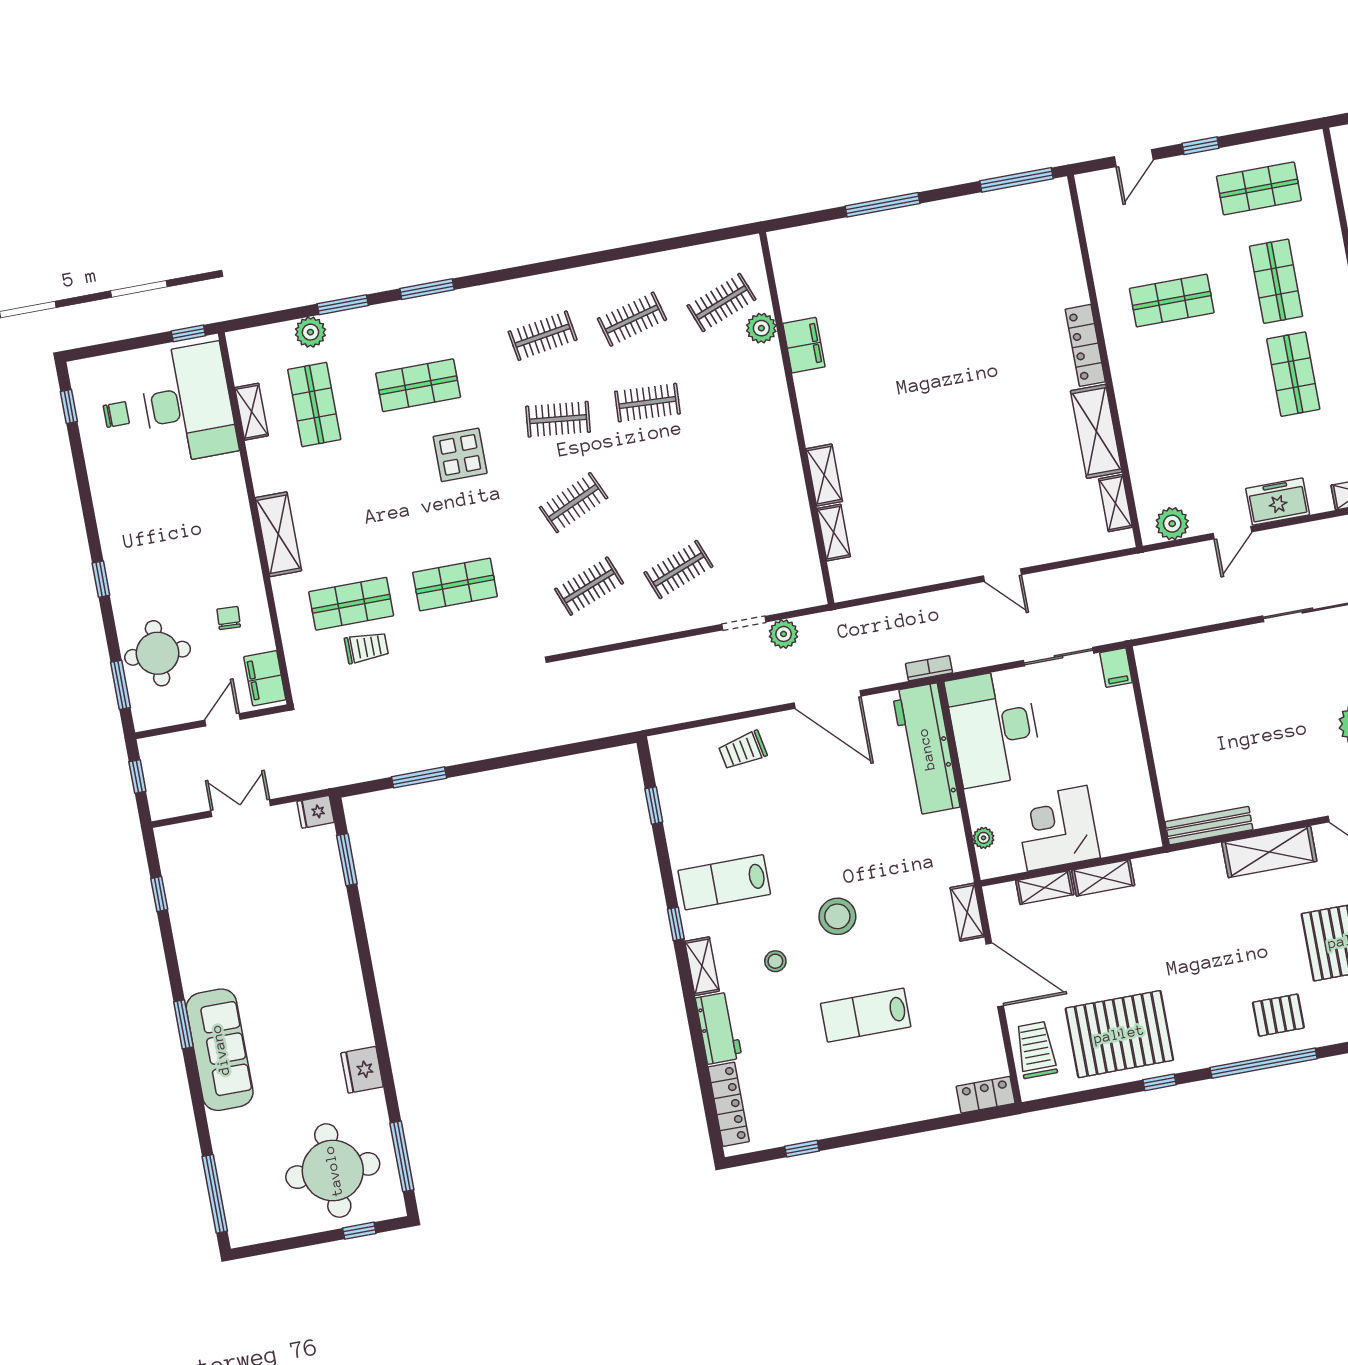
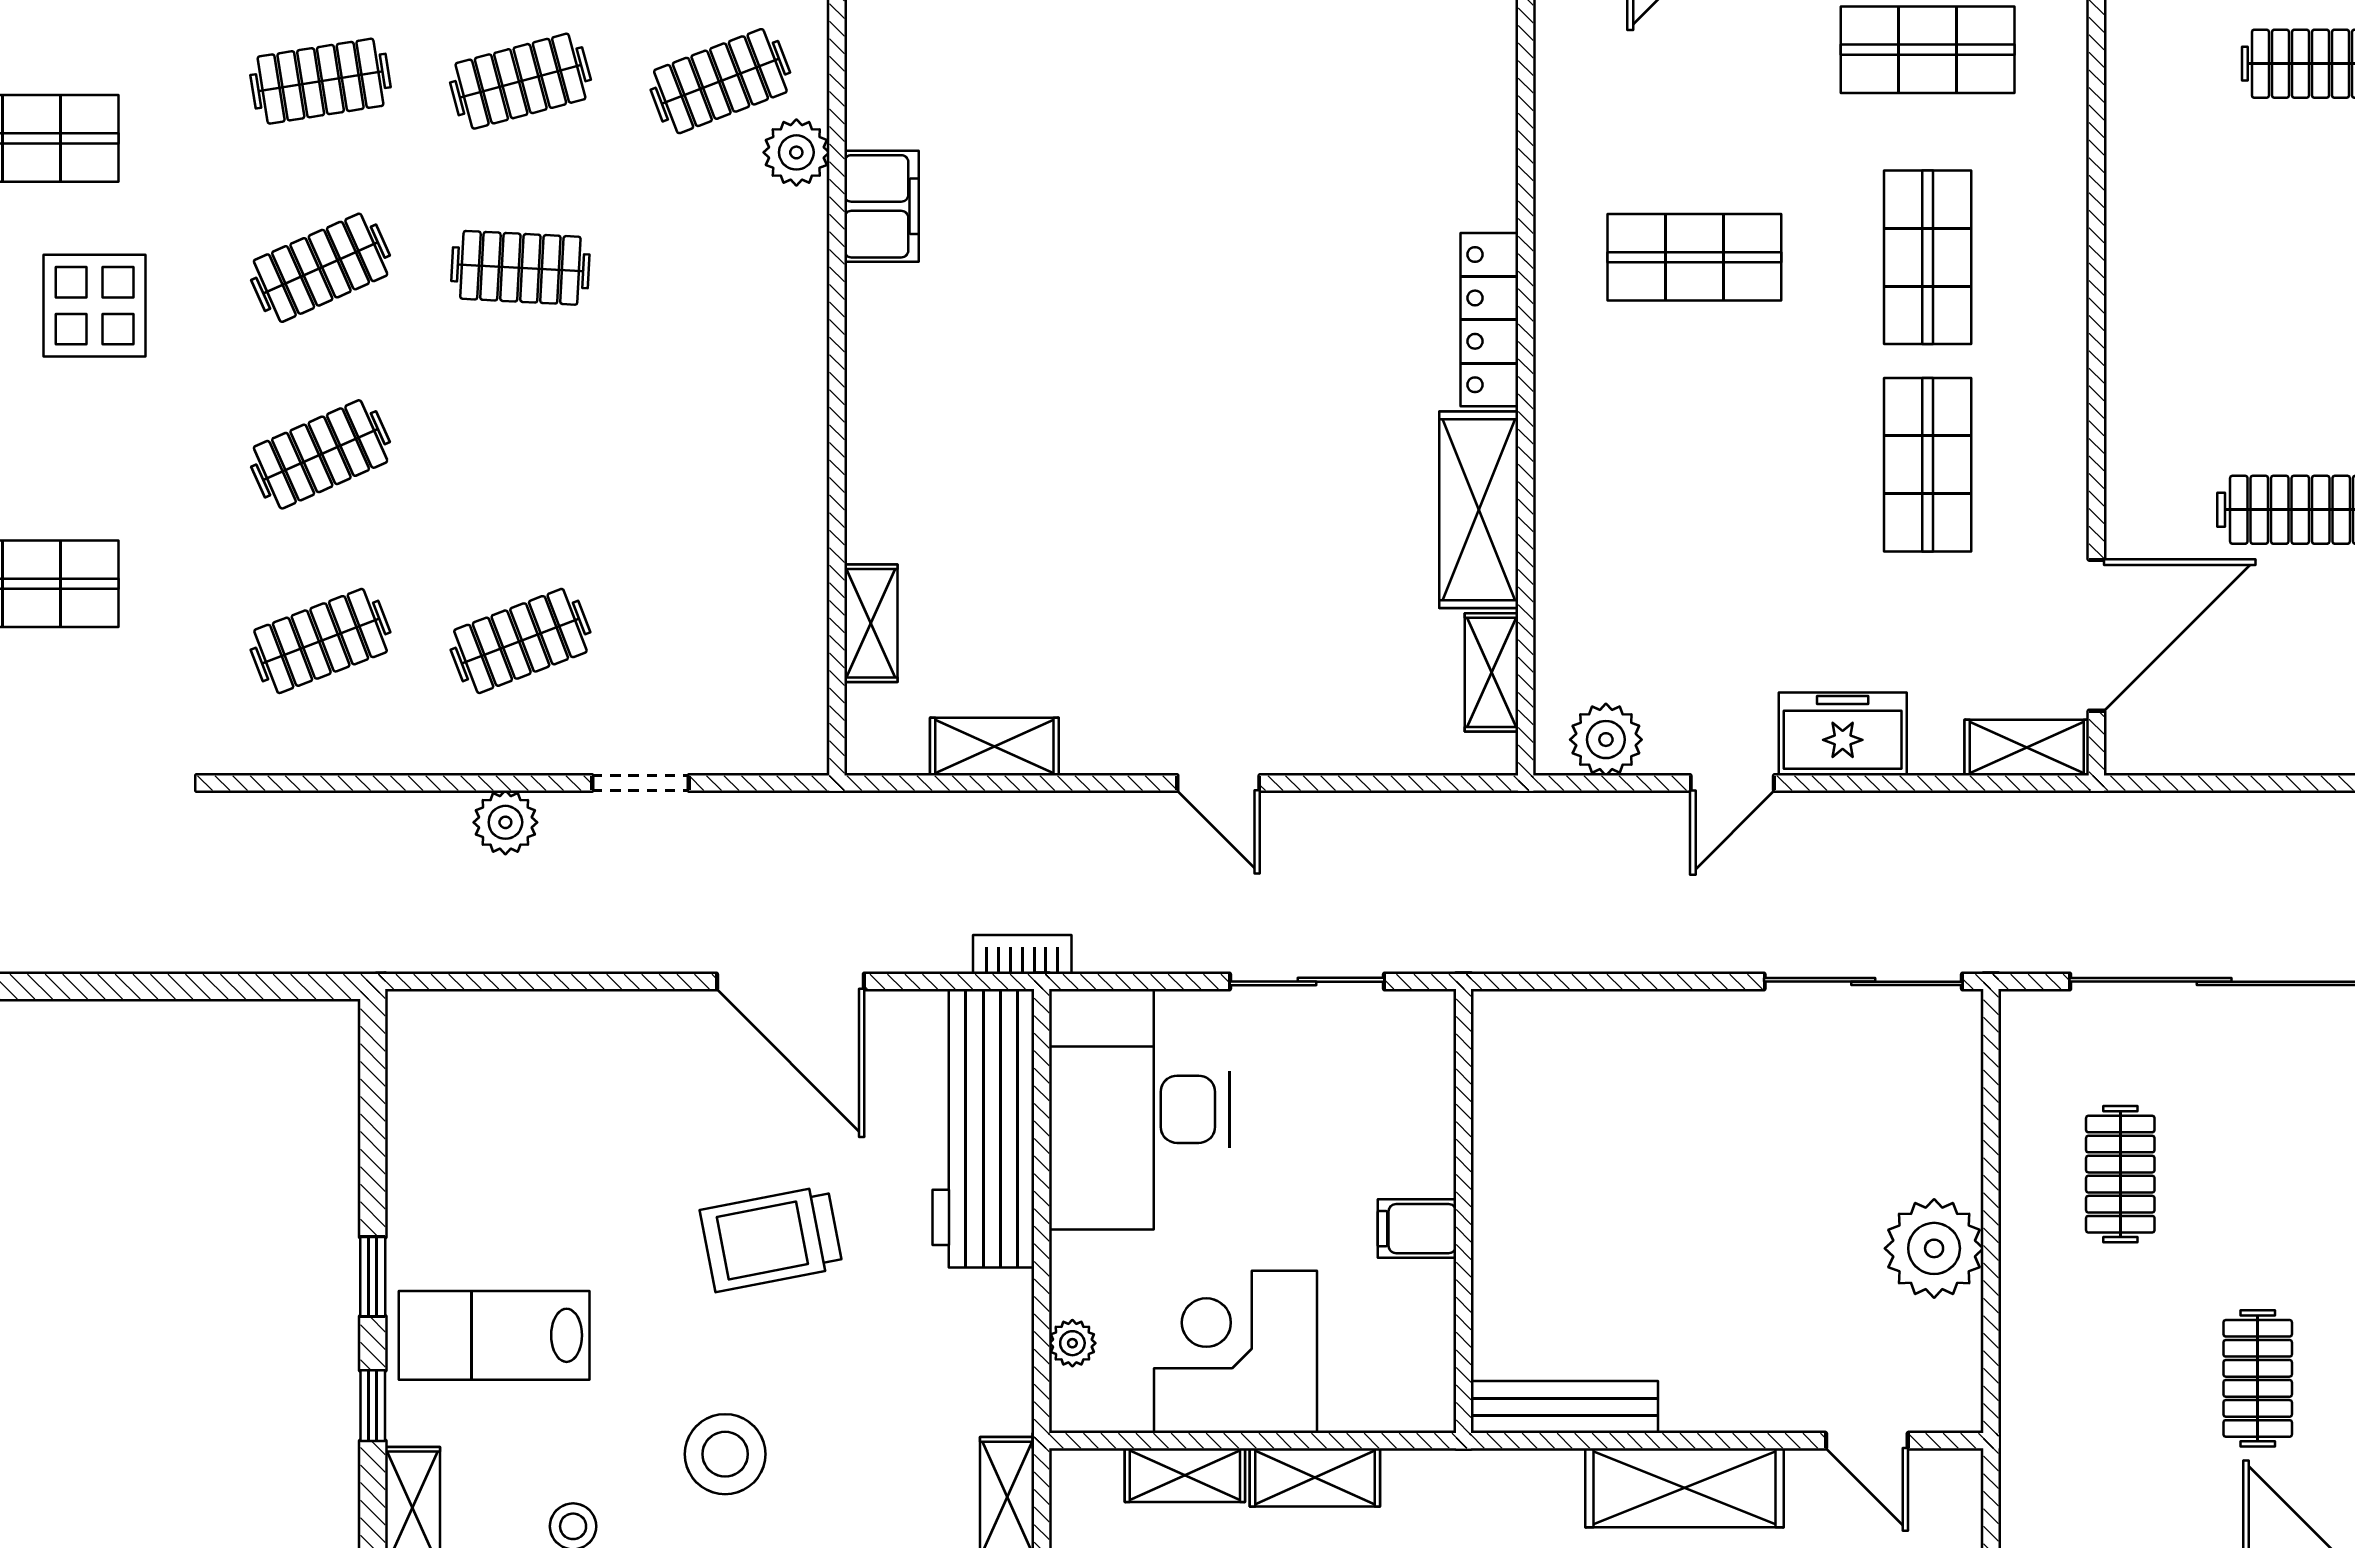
clothes rail: (558, 419) -> (321, 268), turned -30
shelving: (824, 475) -> (994, 747), moved, turned 90
plant: (784, 634) -> (505, 822), moved
filing cabinet: (1116, 668) -> (1417, 1229), moved, turned 90
trolley: (743, 750) -> (771, 1239), moved, width x1.36, depth x1.39
window: (654, 805) -> (373, 1277), moved

